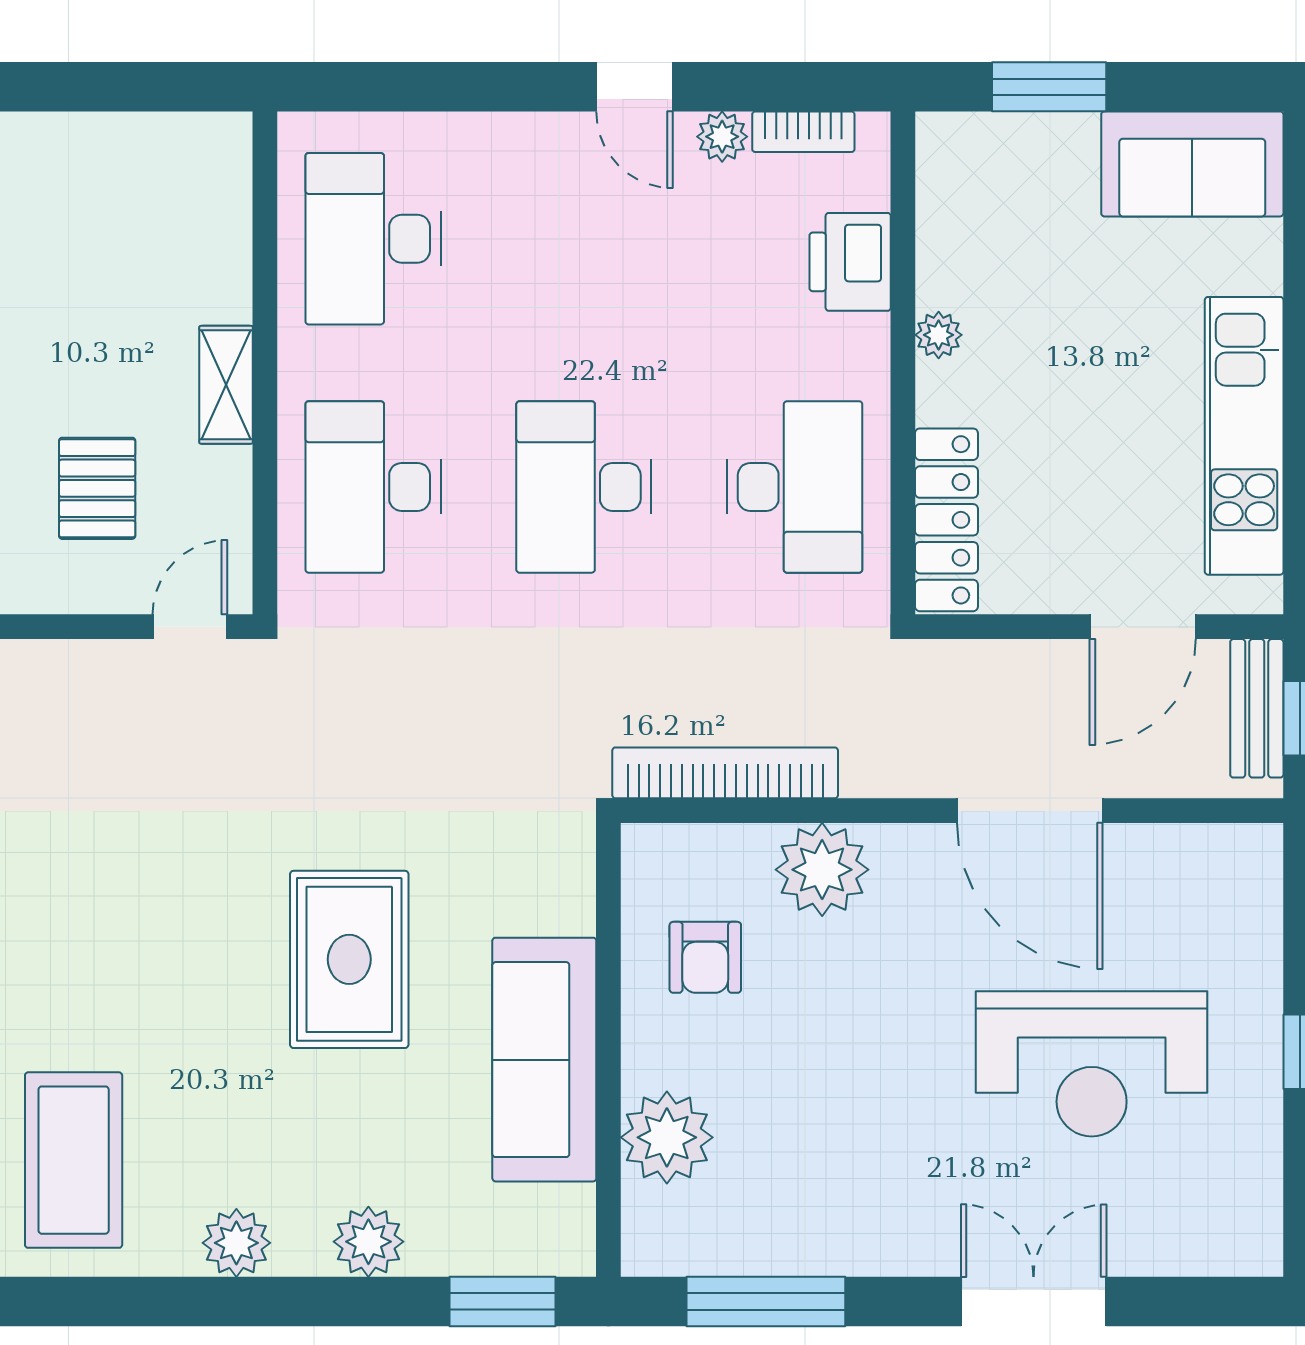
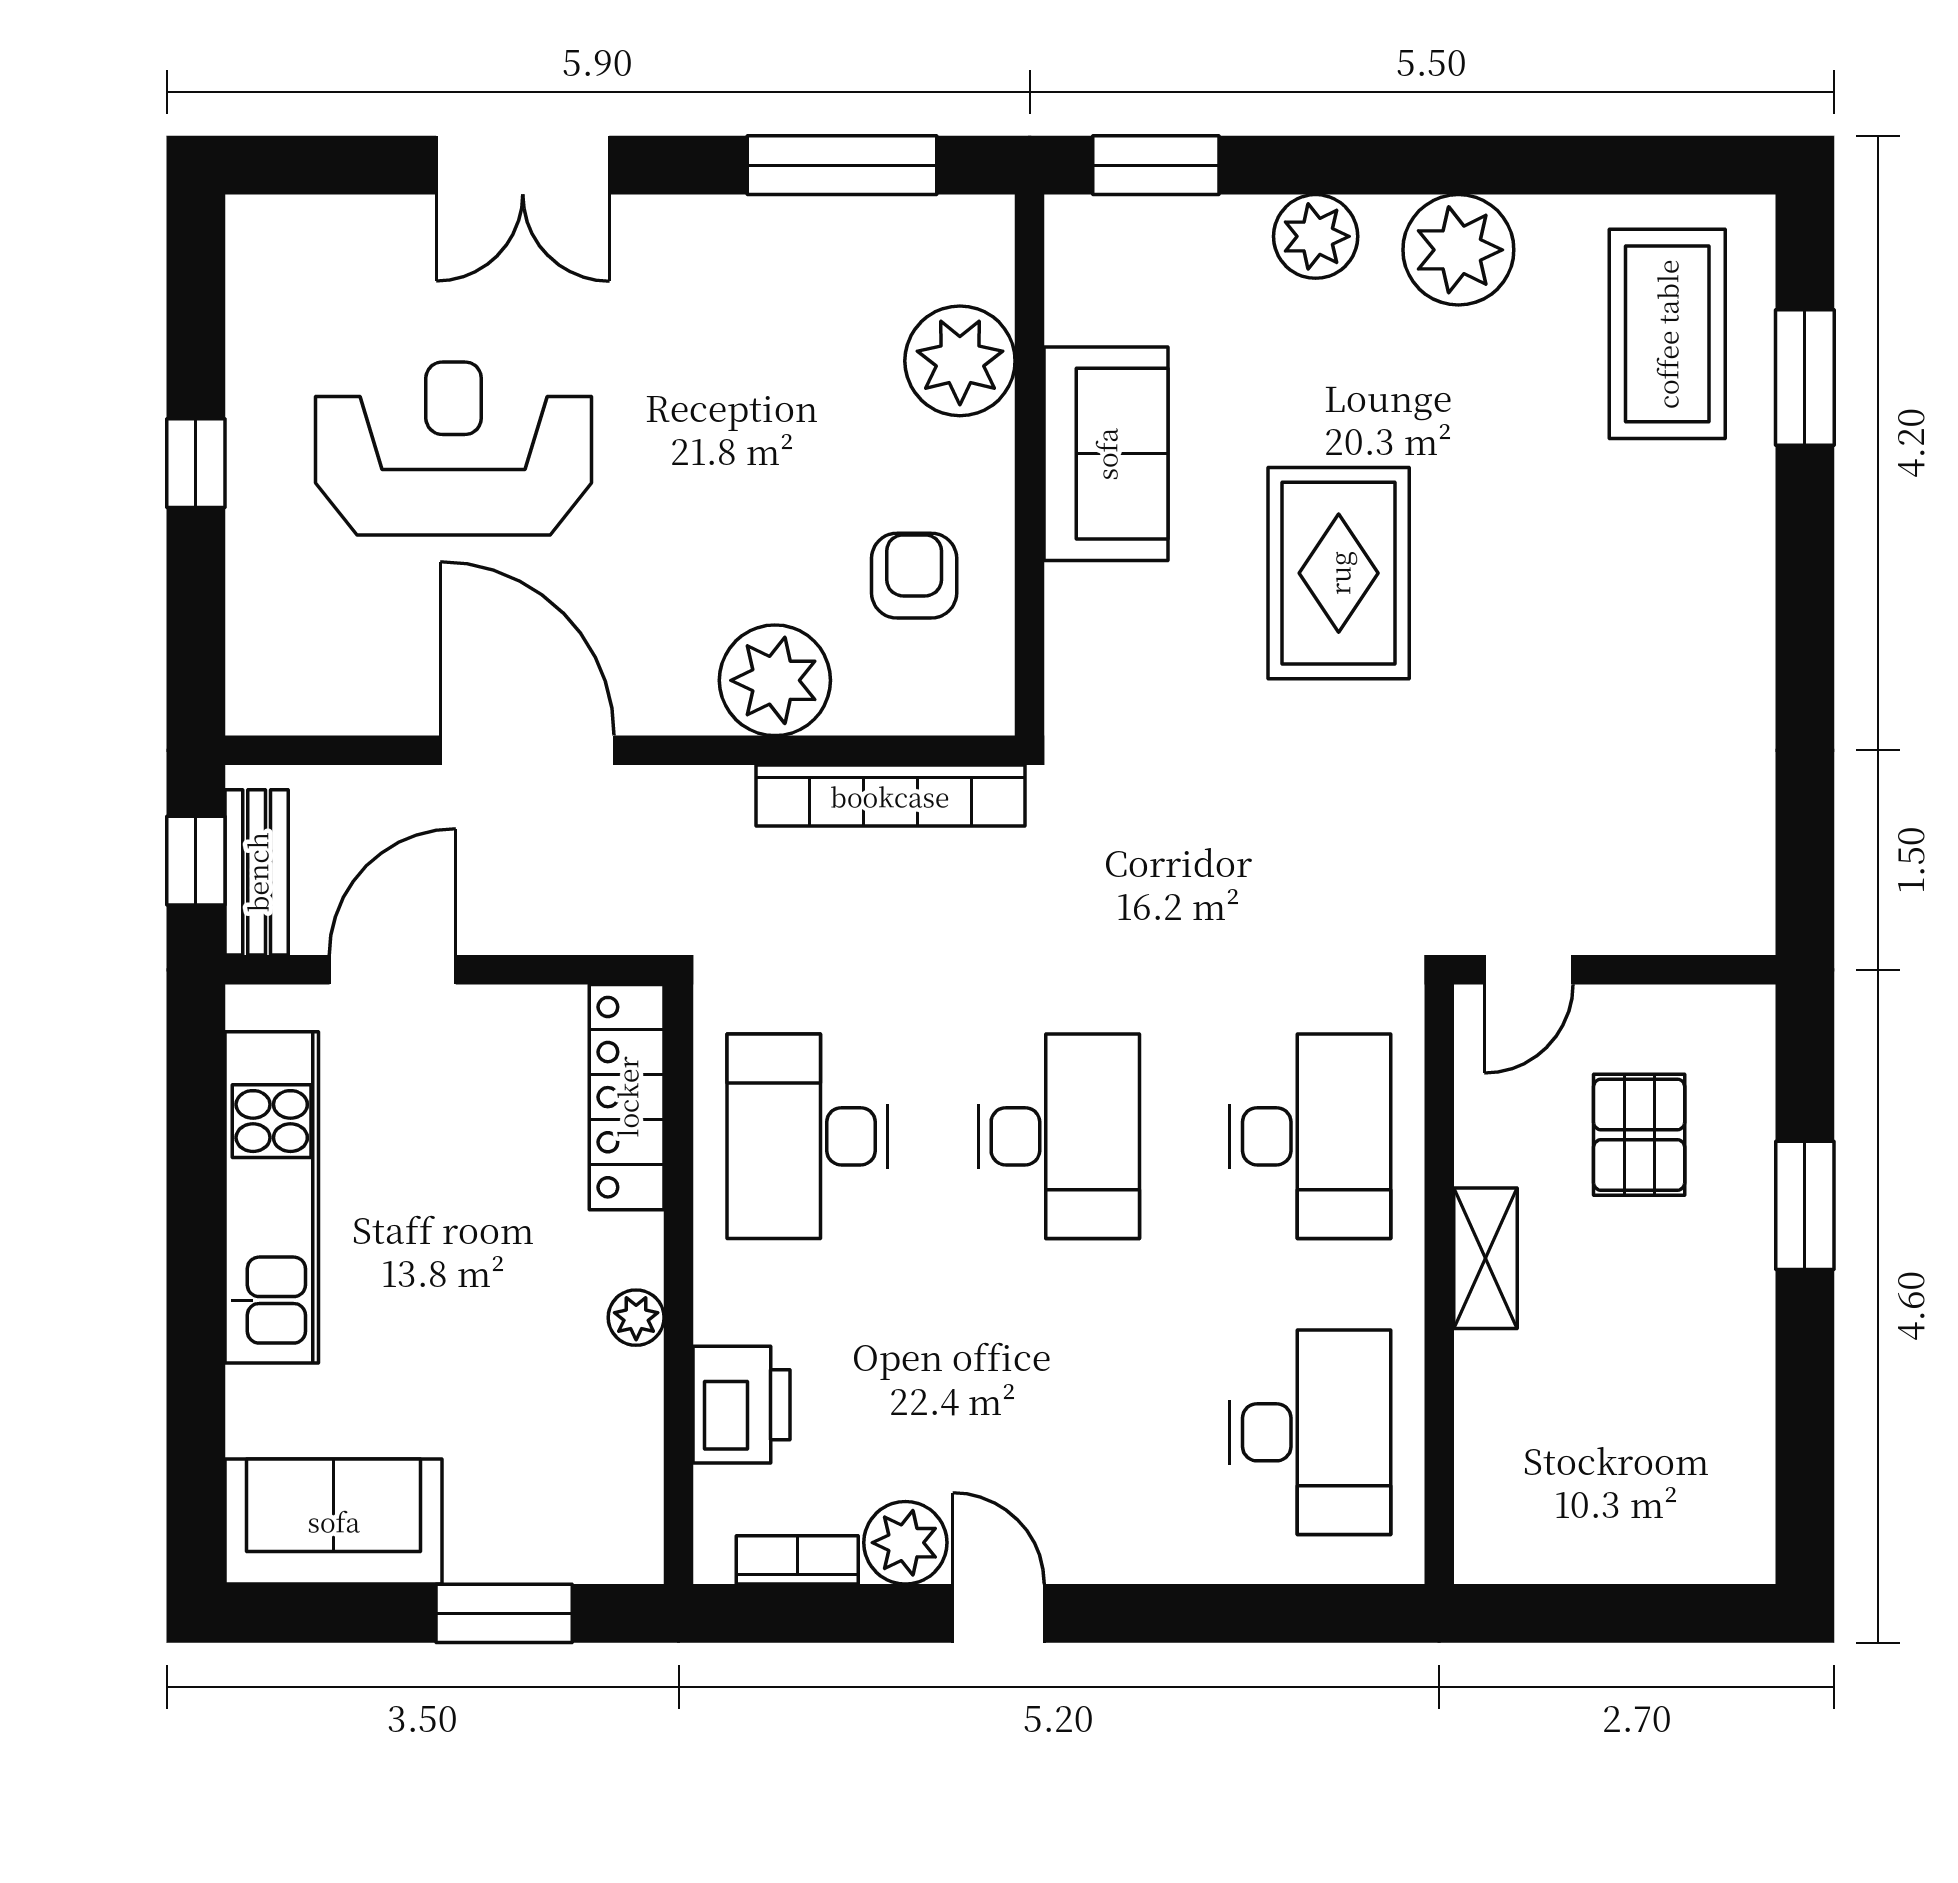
plant: (722, 137) -> (905, 1543), width x1.38, depth x1.38
sofa: (544, 1060) -> (1106, 454), width x0.73
plant: (236, 1243) -> (1458, 250), width x1.36, depth x1.36

